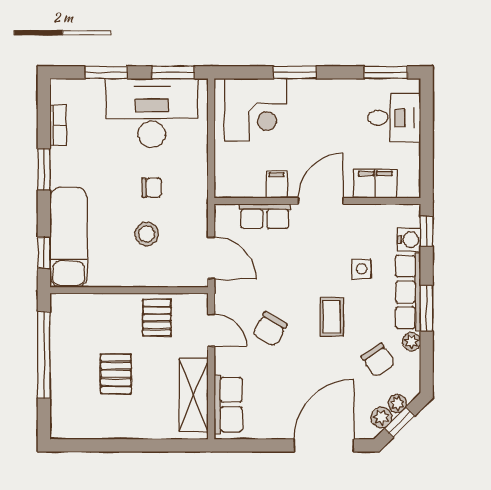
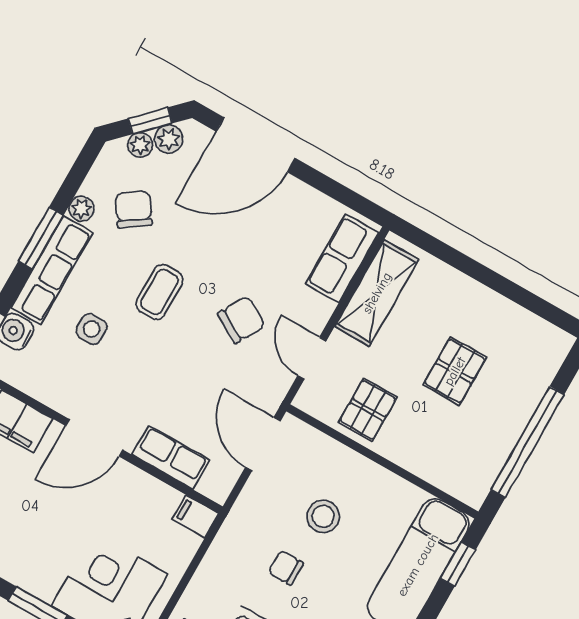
filing cabinet: (276, 184) -> (195, 516), moved, turned 90

